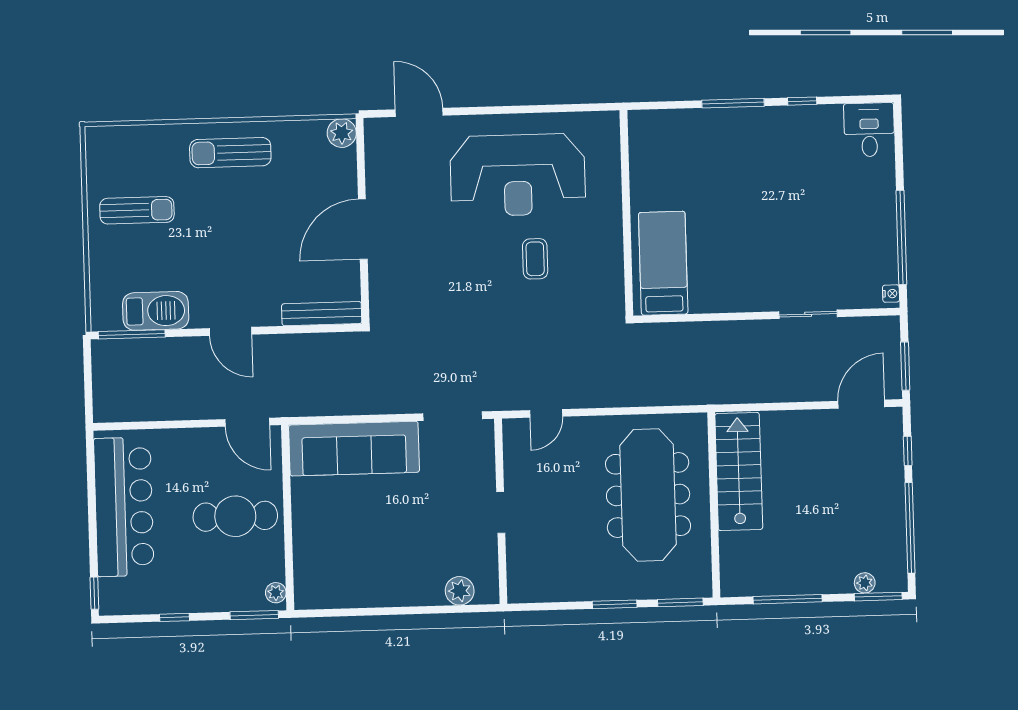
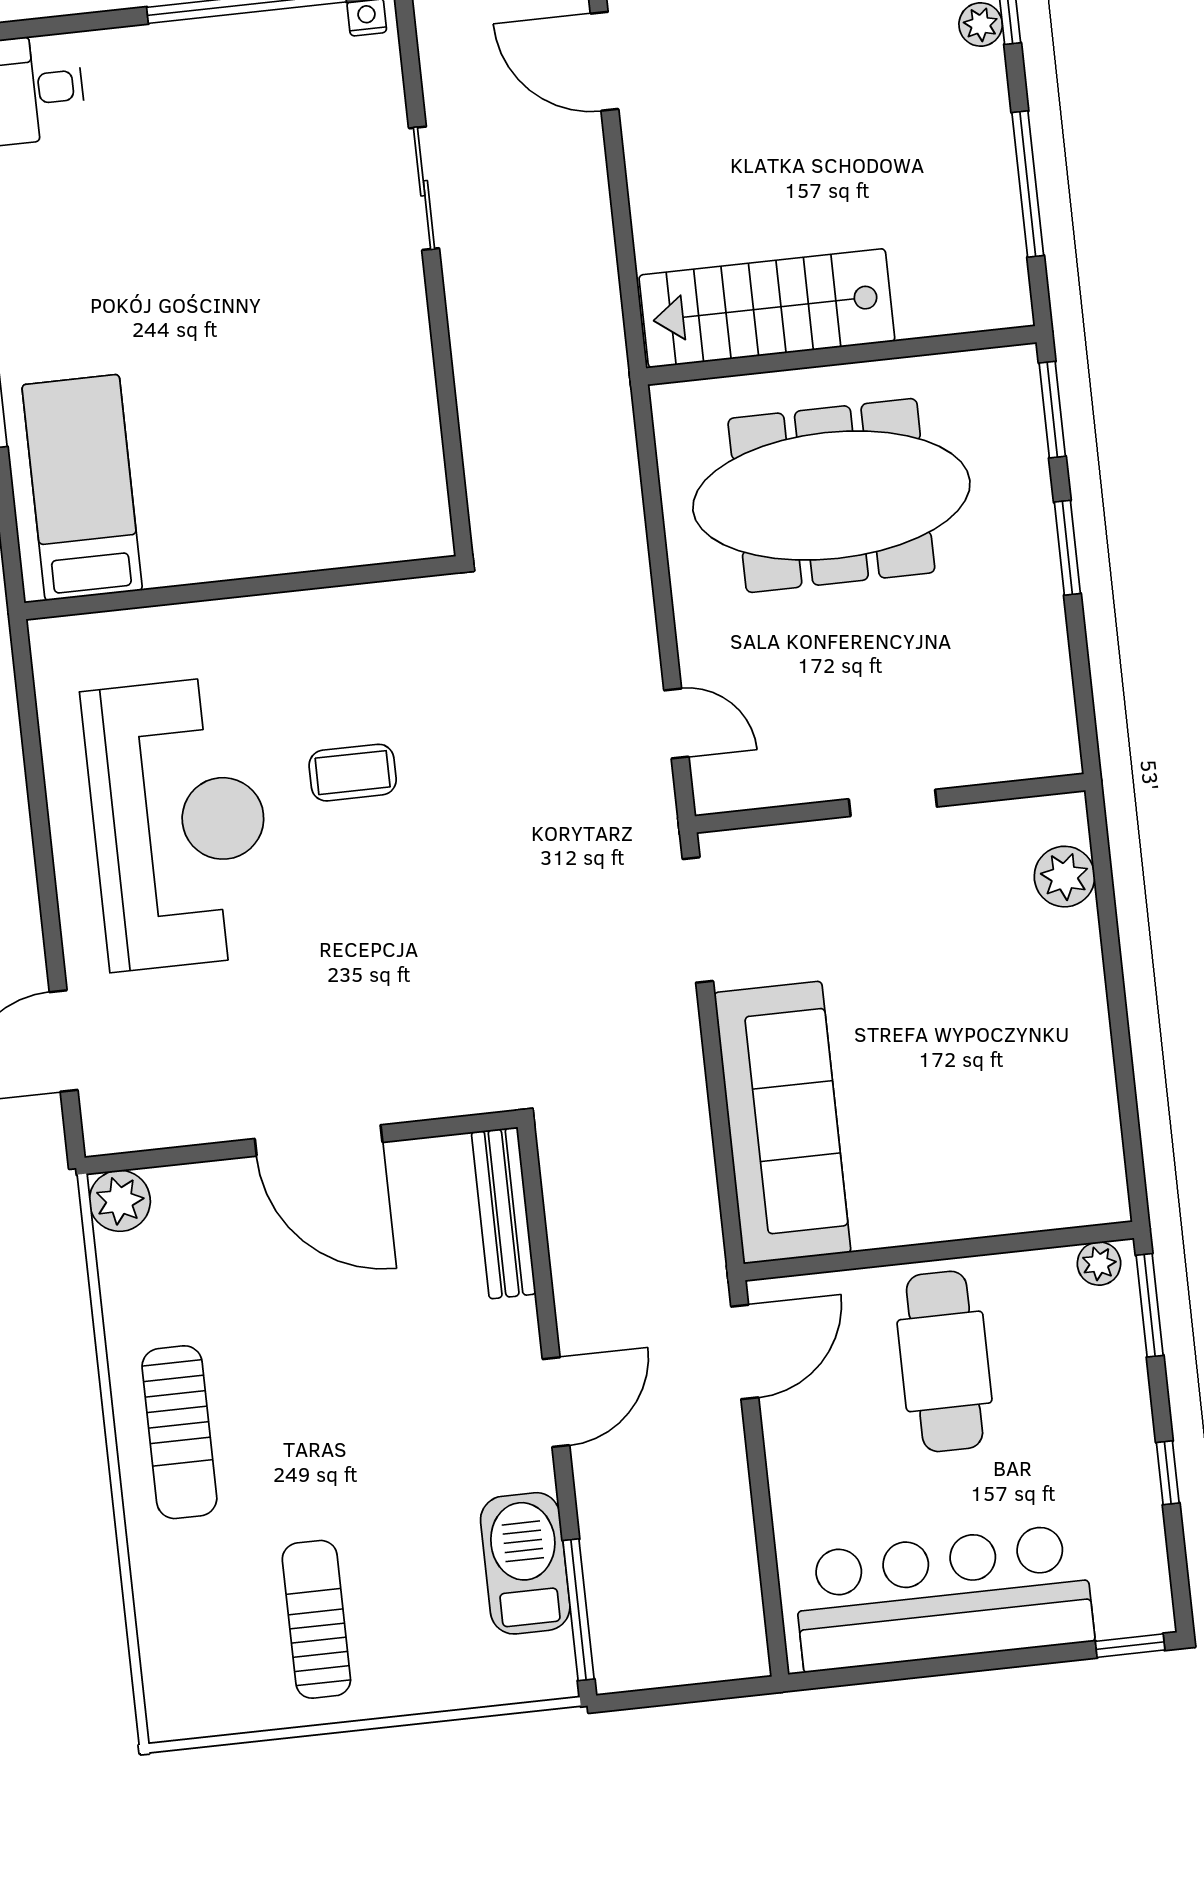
bed: (663, 263) -> (82, 488), moved, turned 90

